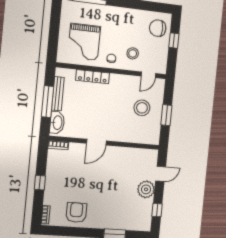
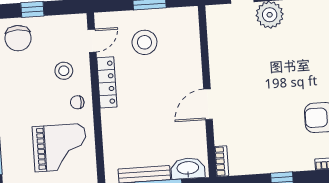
door: (148, 75) -> (92, 41), hinge flipped
locker: (93, 77) -> (107, 82), moved
door: (96, 142) -> (208, 104), swing flipped

